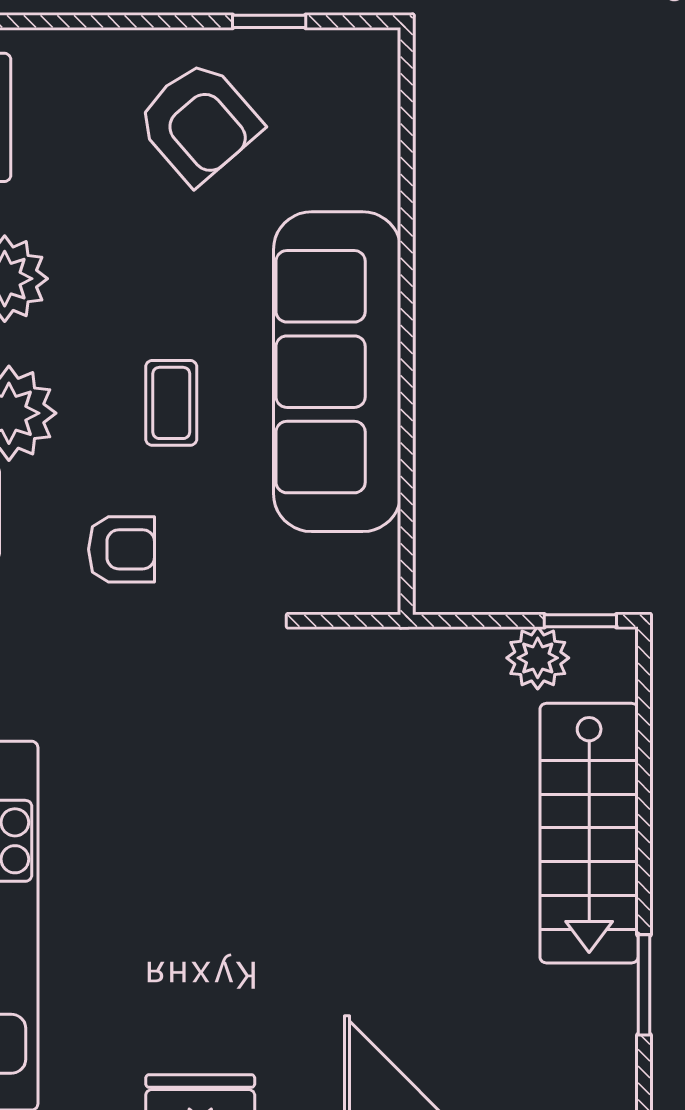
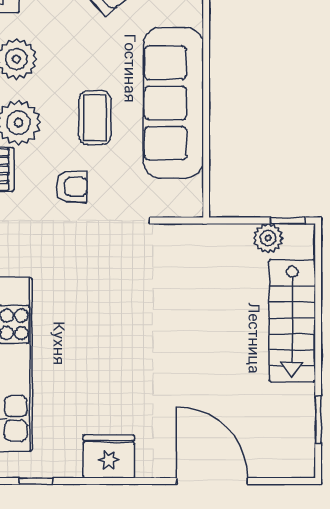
coffee table: (171, 403) -> (95, 118), width x1.36, depth x1.30
window: (644, 985) -> (318, 419), moved

